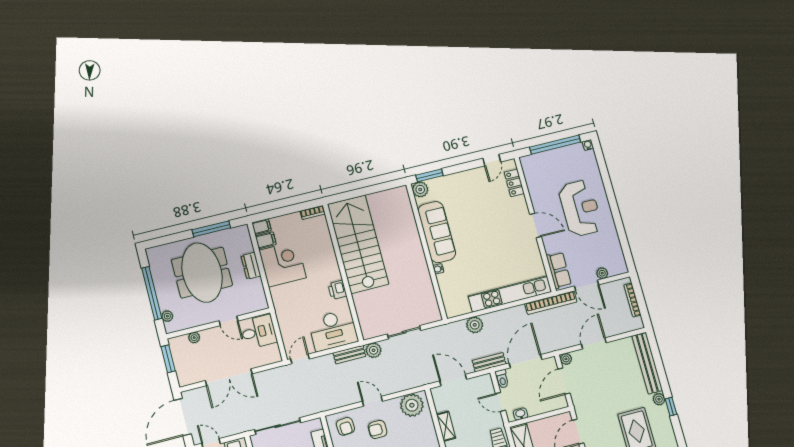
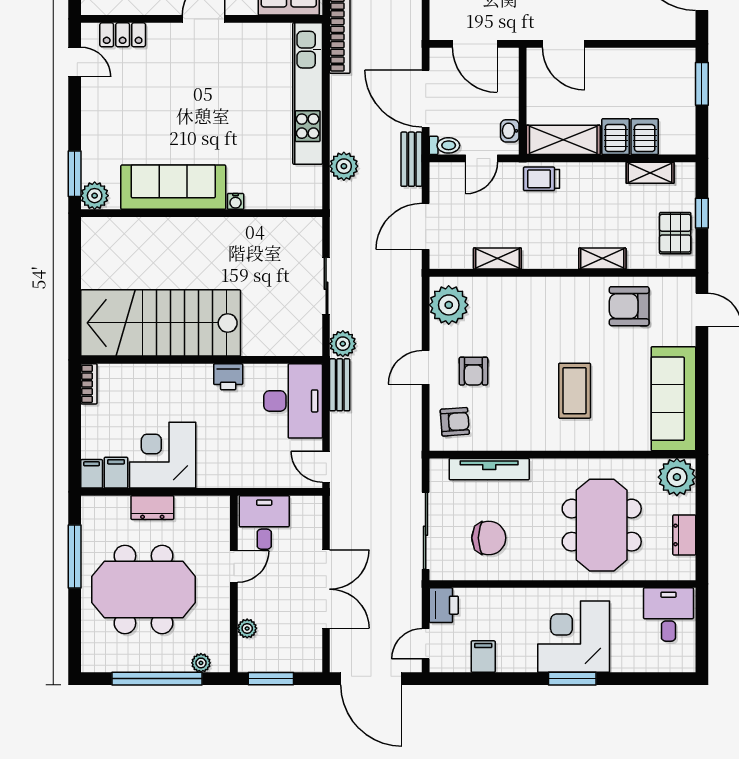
plant: (566, 359) -> (439, 30), removed

